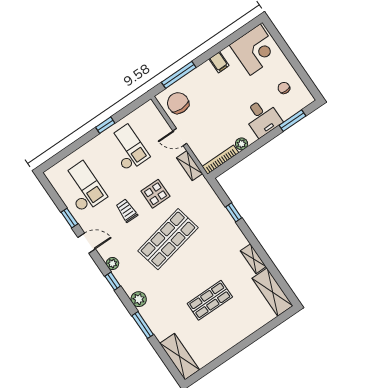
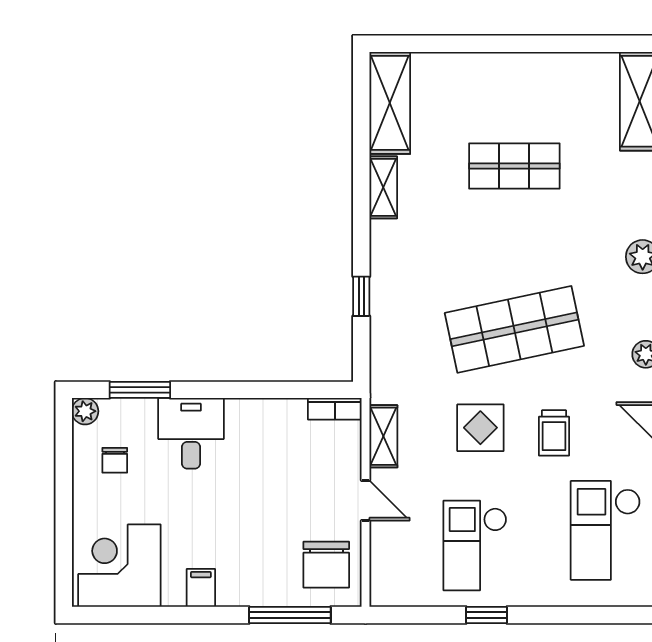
plant: (242, 144) -> (85, 411), moved
bookcase: (220, 160) -> (335, 409), width x0.64

